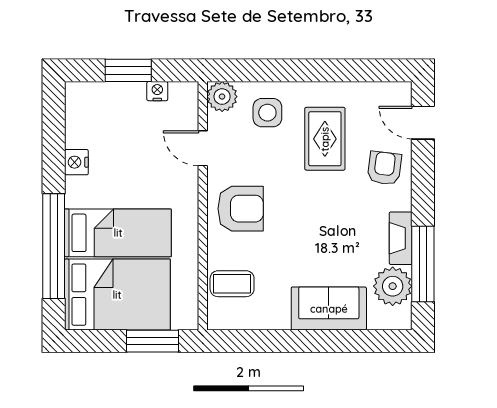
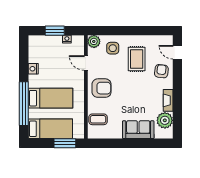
window: (423, 264) -> (177, 111), removed
bed: (117, 295) -> (50, 129), width x0.67

